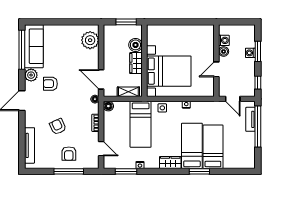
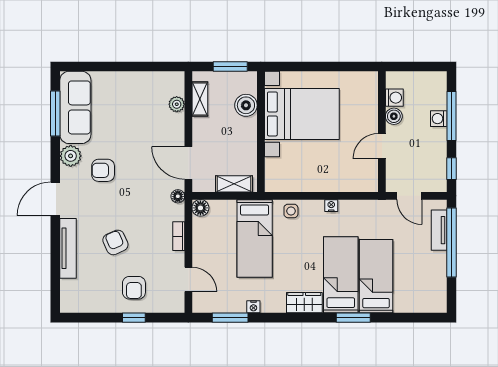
plant: (90, 40) -> (177, 104), width x0.53, depth x0.53
shelving: (108, 41) -> (200, 99), added
window: (22, 50) -> (55, 113), width x0.68
window: (258, 51) -> (452, 116), width x1.44
wardrobe: (136, 63) -> (247, 136), removed
bed with nightstands: (169, 71) -> (302, 114), moved
tv unit: (30, 145) -> (68, 248), moved
window: (69, 171) -> (134, 318), width x0.46

